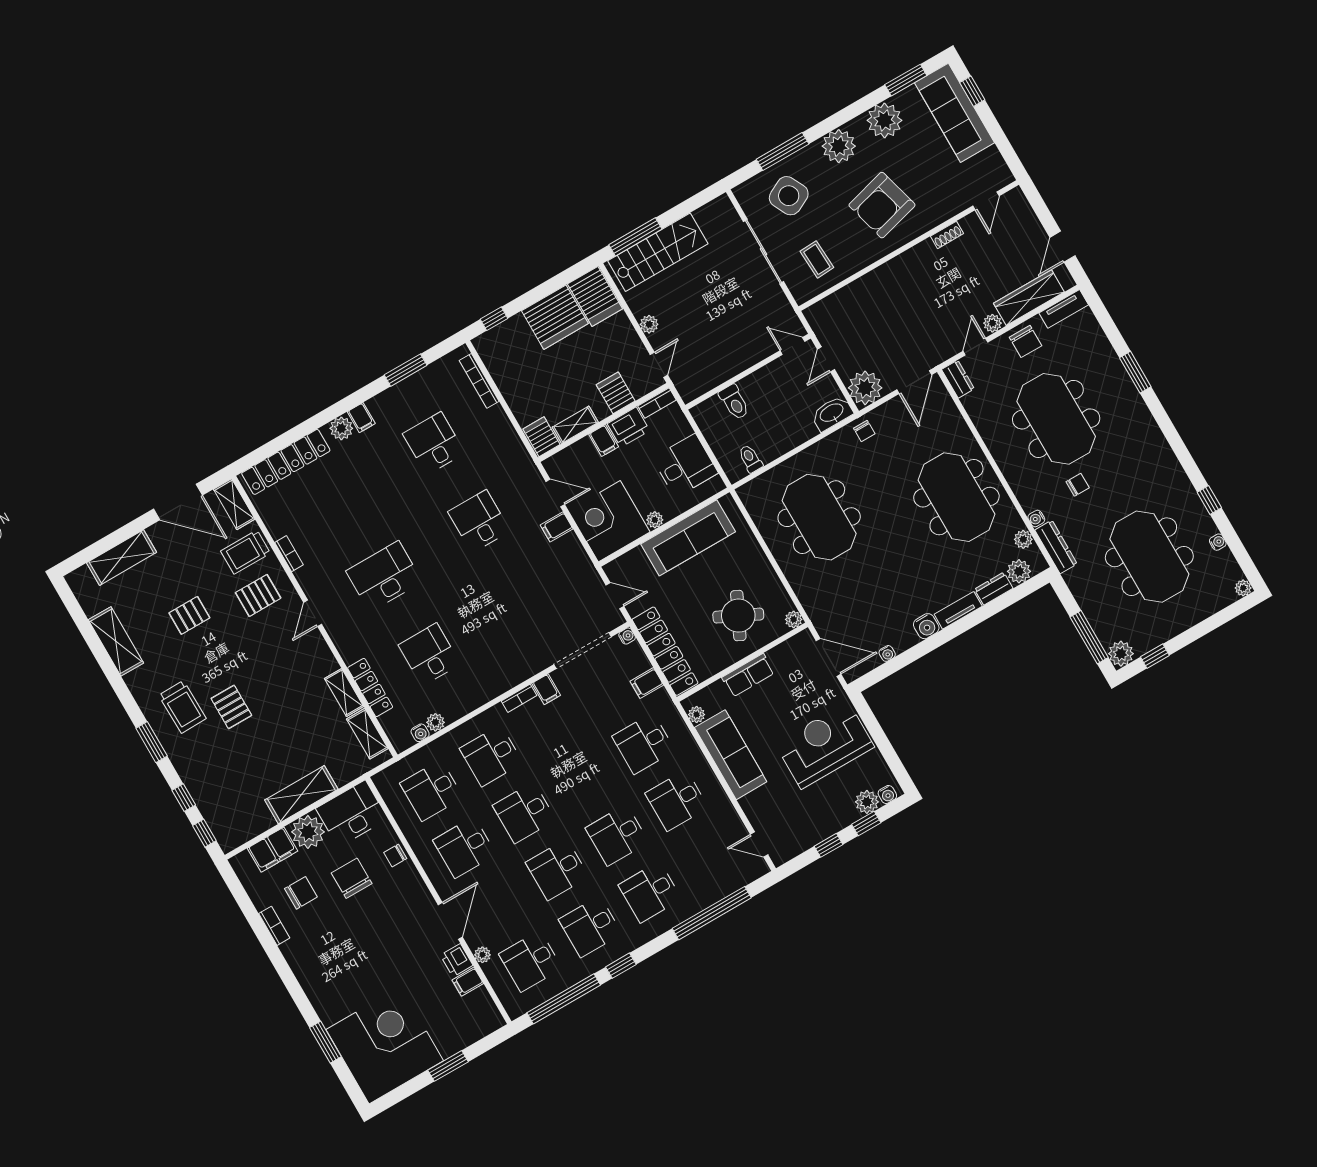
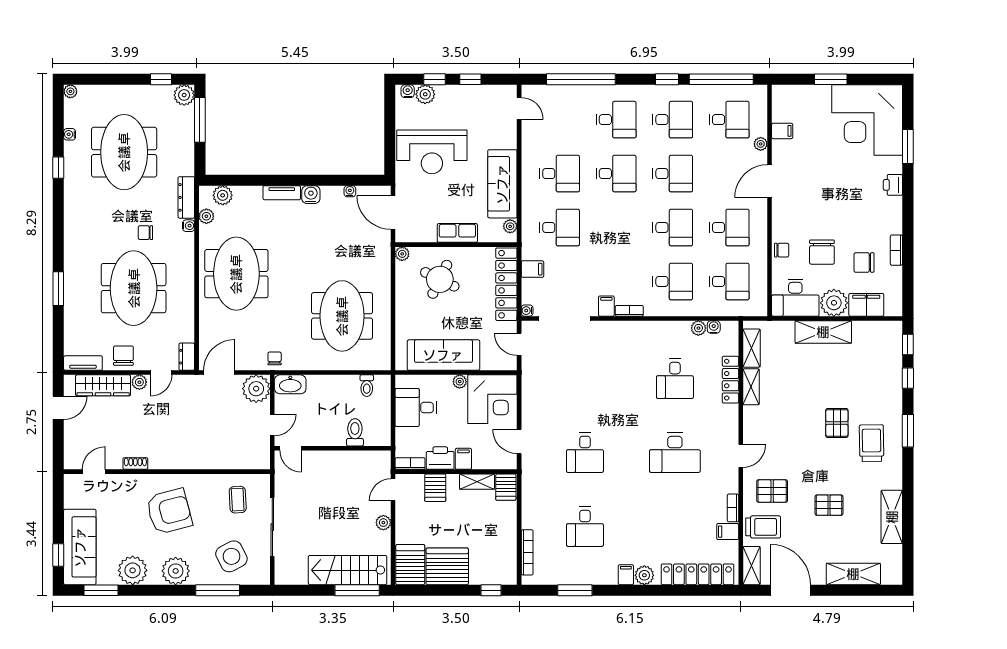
filing cabinet: (557, 527) -> (728, 532), moved, turned 180
dresser: (994, 589) -> (248, 193), removed
printer: (457, 960) -> (893, 185), moved, turned 180

